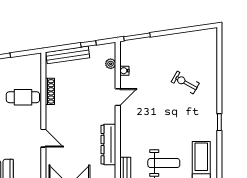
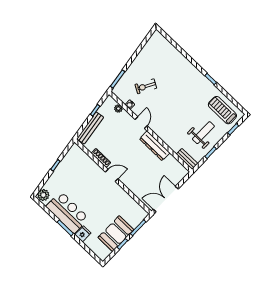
exercise bike: (185, 83) -> (146, 86), moved
cafe table: (23, 97) -> (90, 176), removed
door: (43, 138) -> (112, 175), moved
dresser: (108, 145) -> (155, 146), moved

